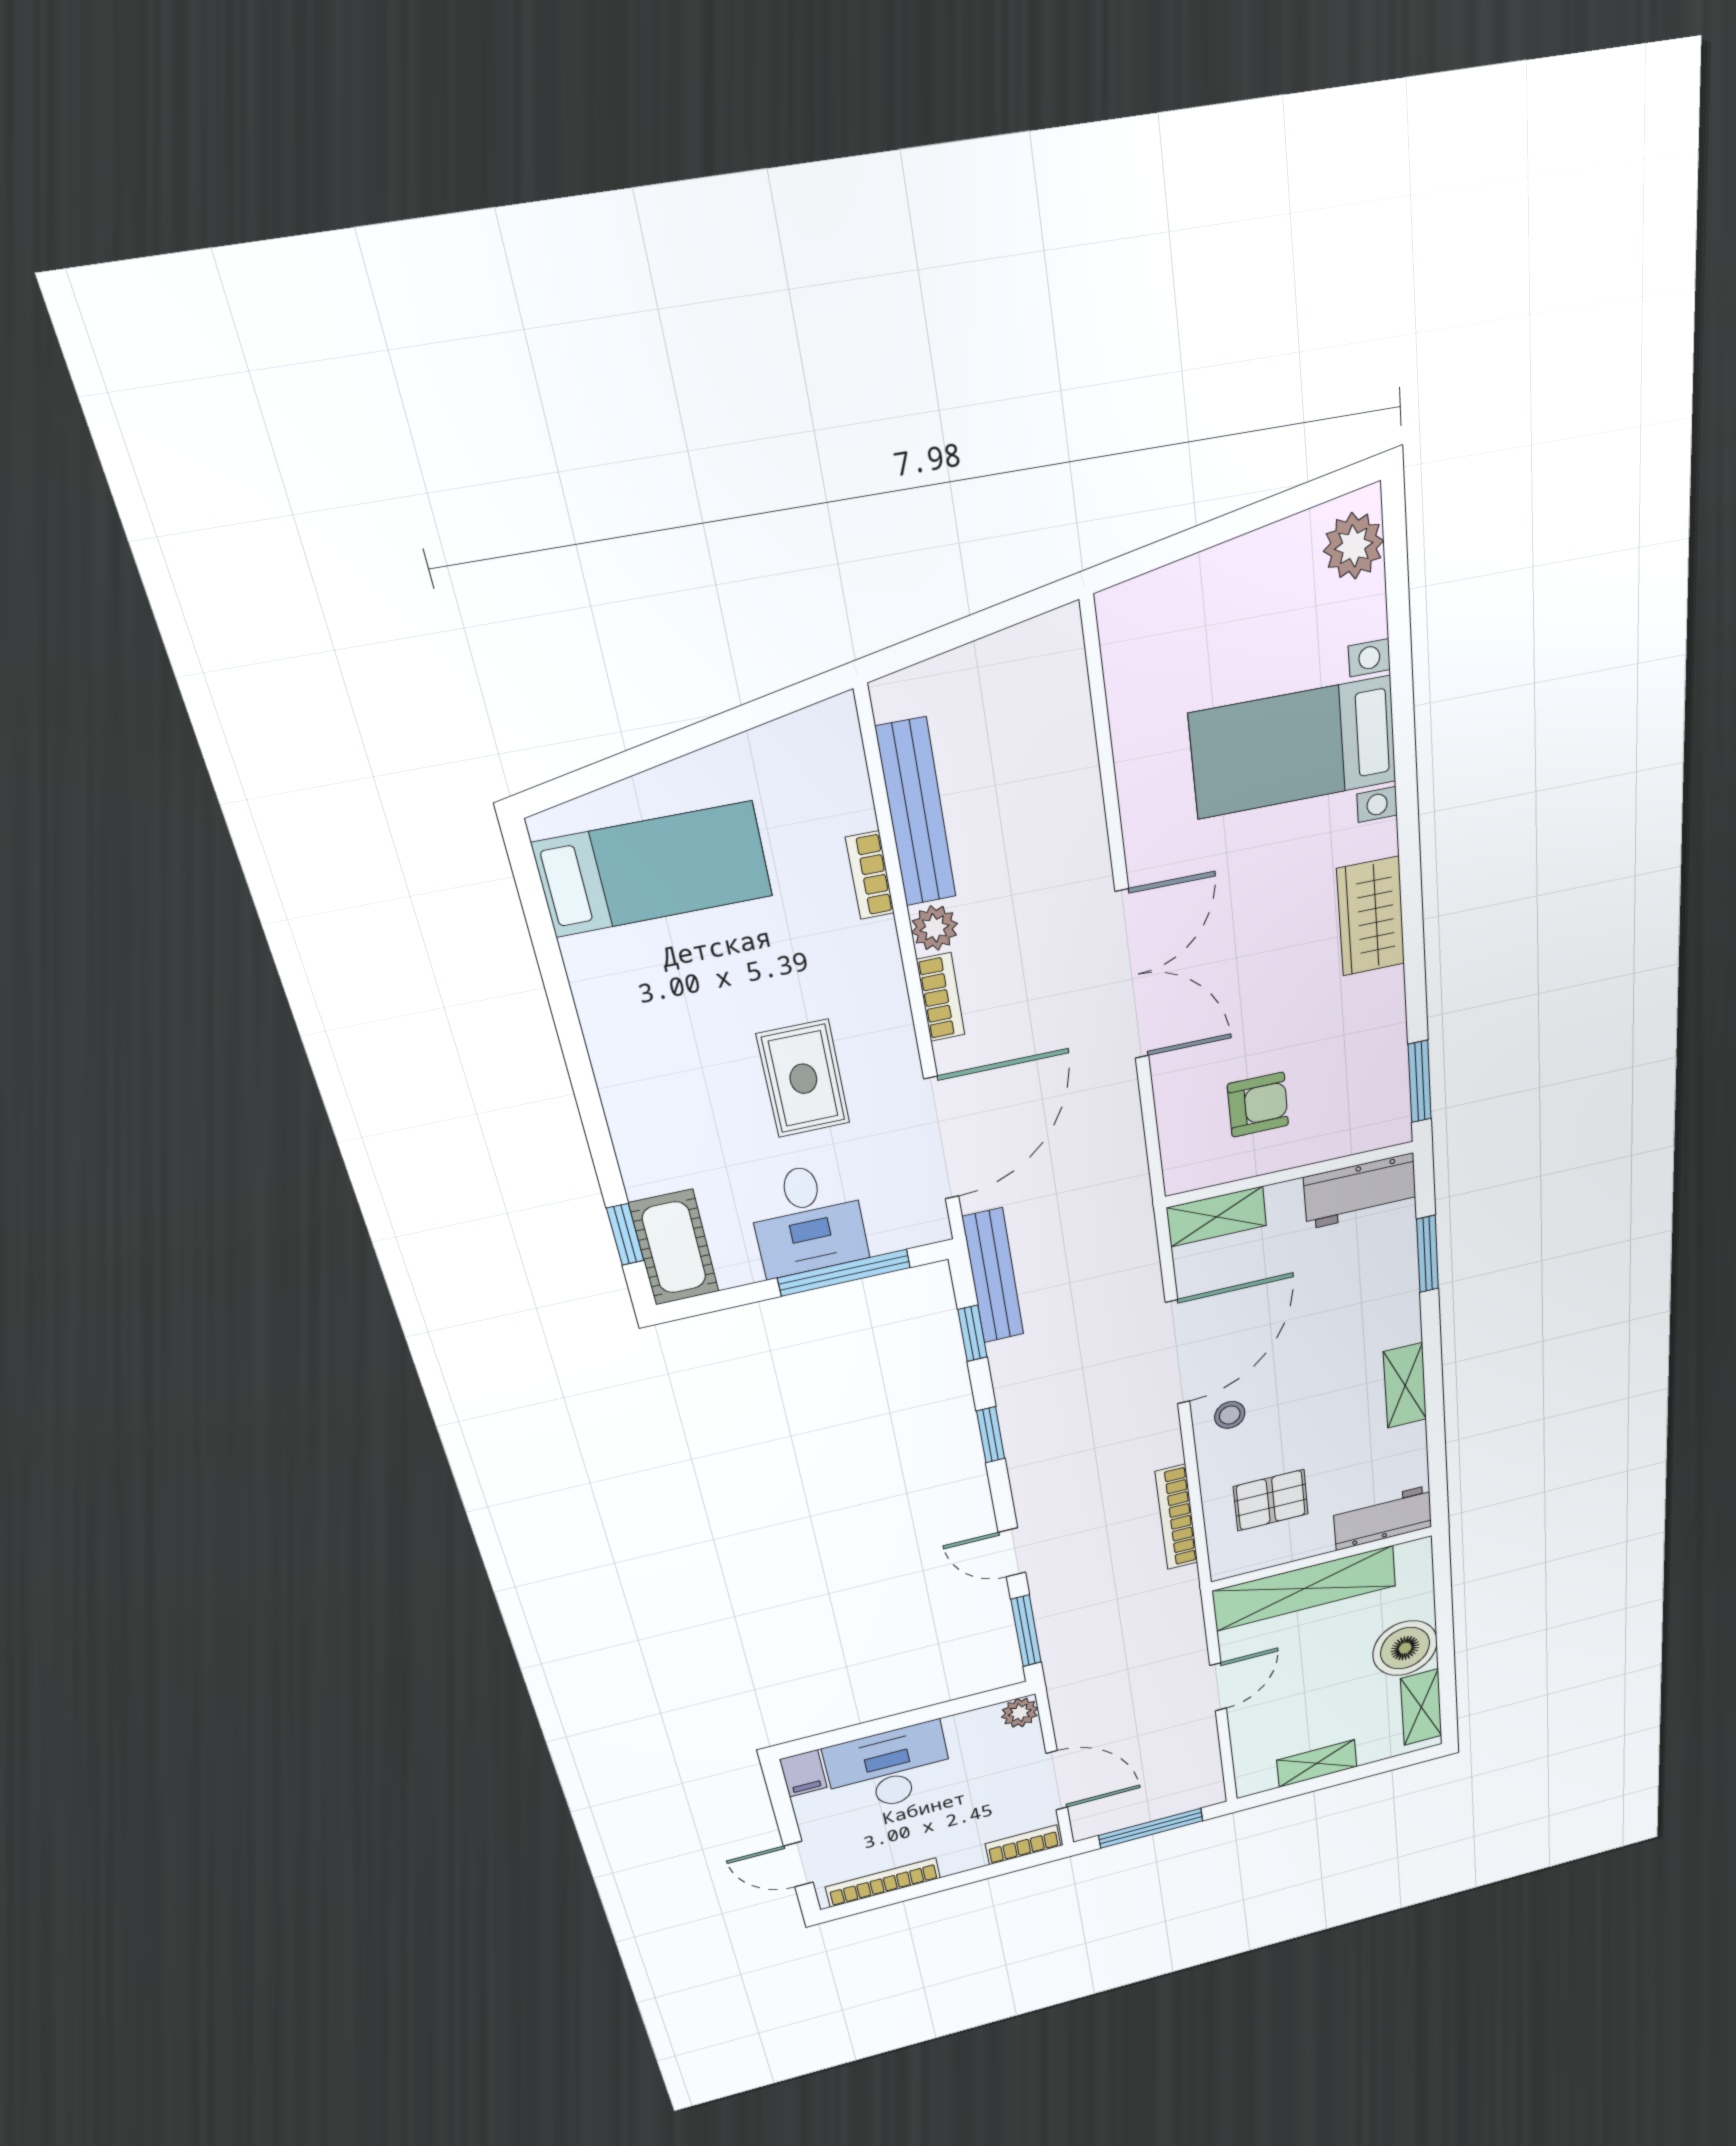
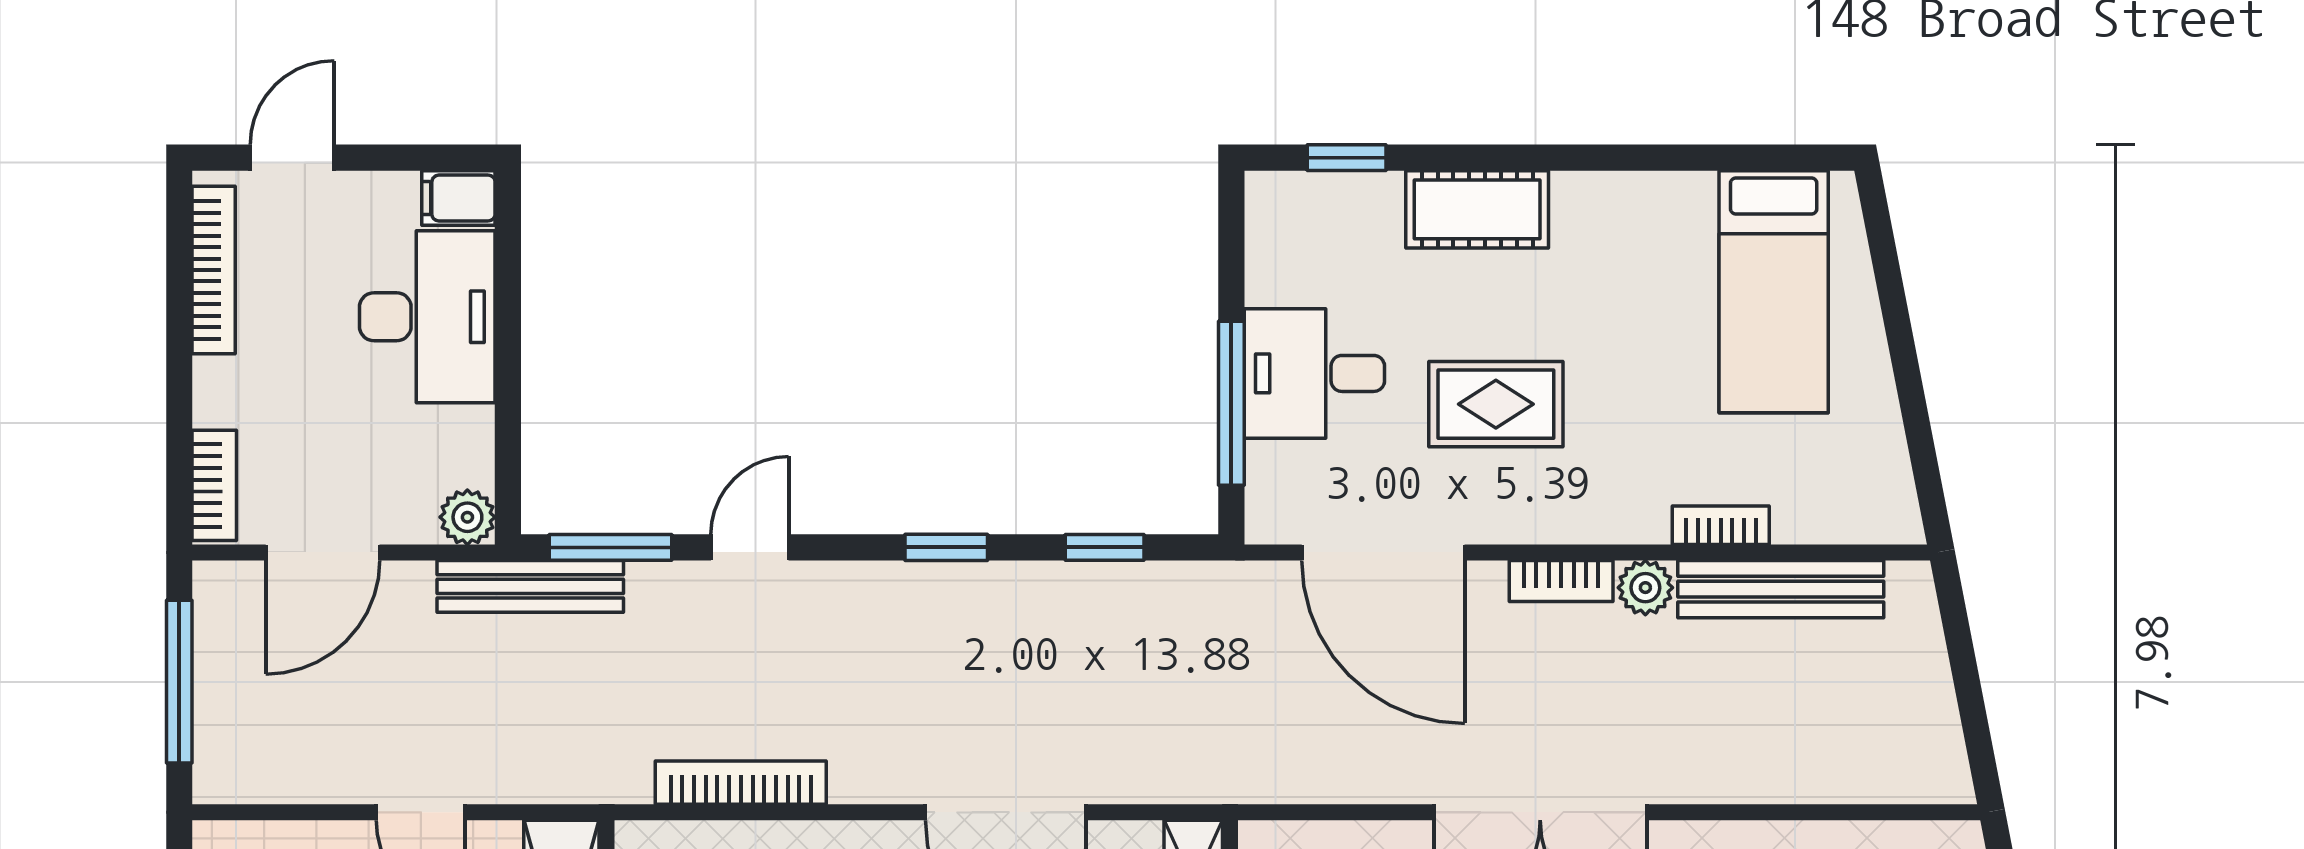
cot: (674, 1248) -> (1477, 209), moved
bench: (993, 1276) -> (530, 586), moved

